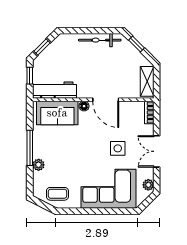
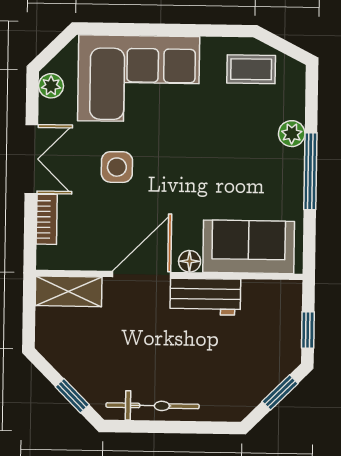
shelving: (147, 81) -> (69, 291), moved, turned 90
workbench: (54, 90) -> (205, 297), moved, width x0.73
door: (106, 100) -> (142, 275), hinge flipped
bookcase: (149, 112) -> (47, 219), moved

